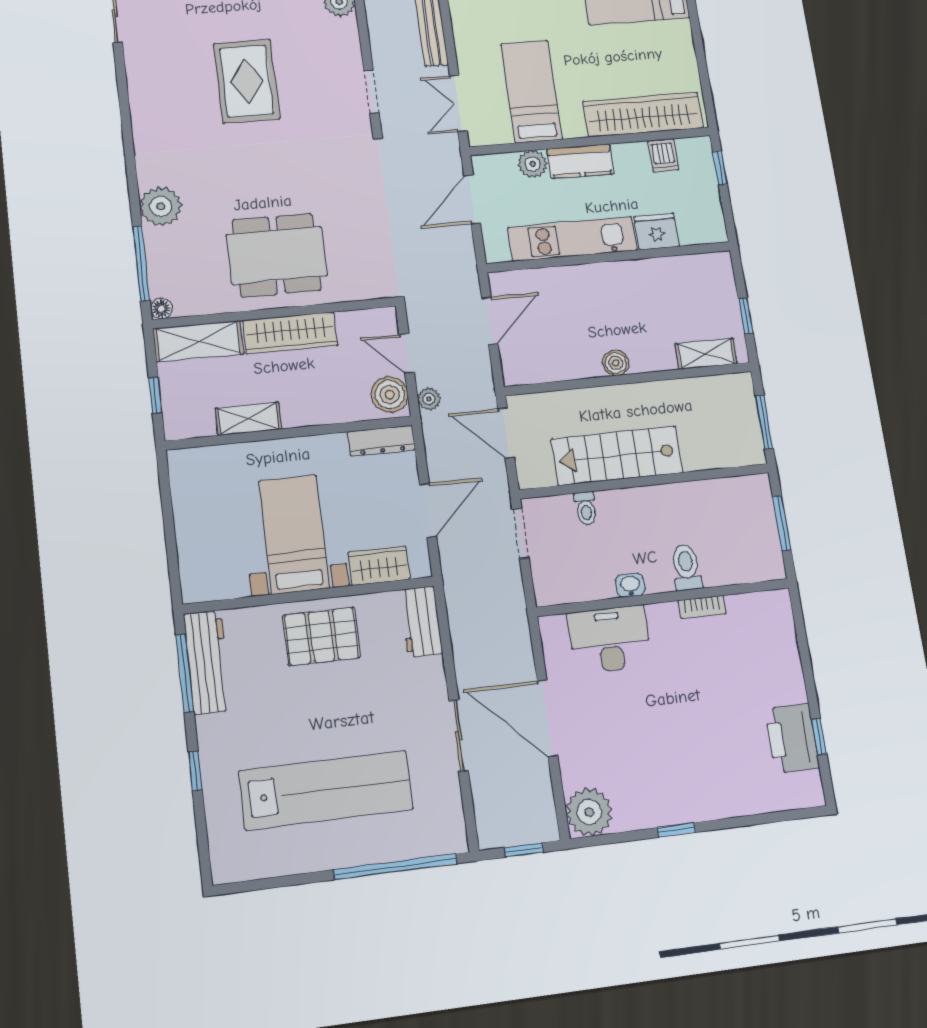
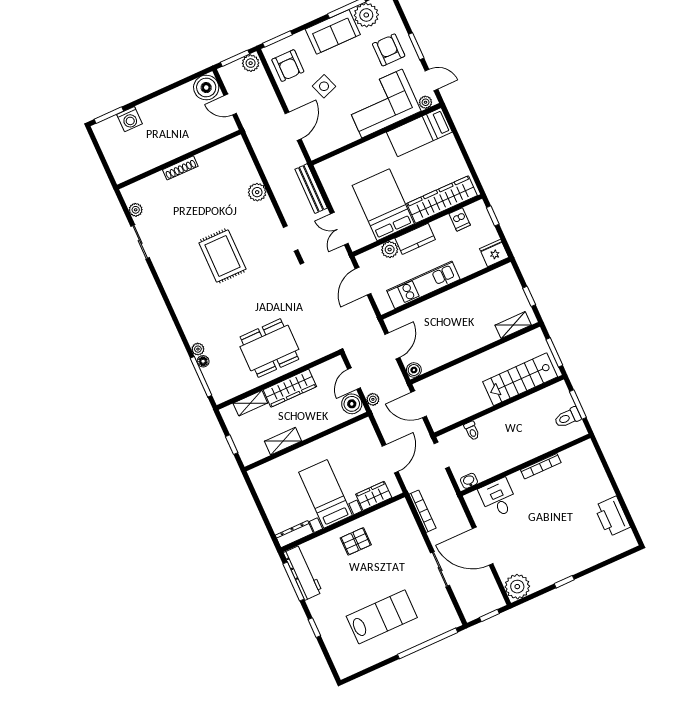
bed: (531, 91) -> (383, 205), width x1.50
plant: (161, 206) -> (198, 349), width x0.53, depth x0.53
fridge: (657, 232) -> (494, 253), moved
floor lamp: (161, 309) -> (203, 361), moved
shelving: (198, 341) -> (250, 403), width x0.67, depth x0.75
door: (407, 353) -> (354, 379), hinge flipped
boiler: (616, 363) -> (414, 370), moved
dresser: (381, 441) -> (294, 534), moved, turned 180
stairs: (617, 456) -> (520, 379), moved
toilet: (686, 567) -> (568, 418), moved, turned -90
washbasin: (630, 585) -> (469, 481), moved
bookcase: (702, 607) -> (541, 466), width x1.56
bookcase: (458, 621) -> (422, 511), added
workbench: (421, 622) -> (404, 518), removed
pallet: (322, 636) -> (356, 541), width x0.67, depth x0.71
desk: (610, 639) -> (498, 498), width x0.73
window: (819, 737) -> (626, 511), removed
lab bench: (326, 790) -> (382, 617), width x0.73

